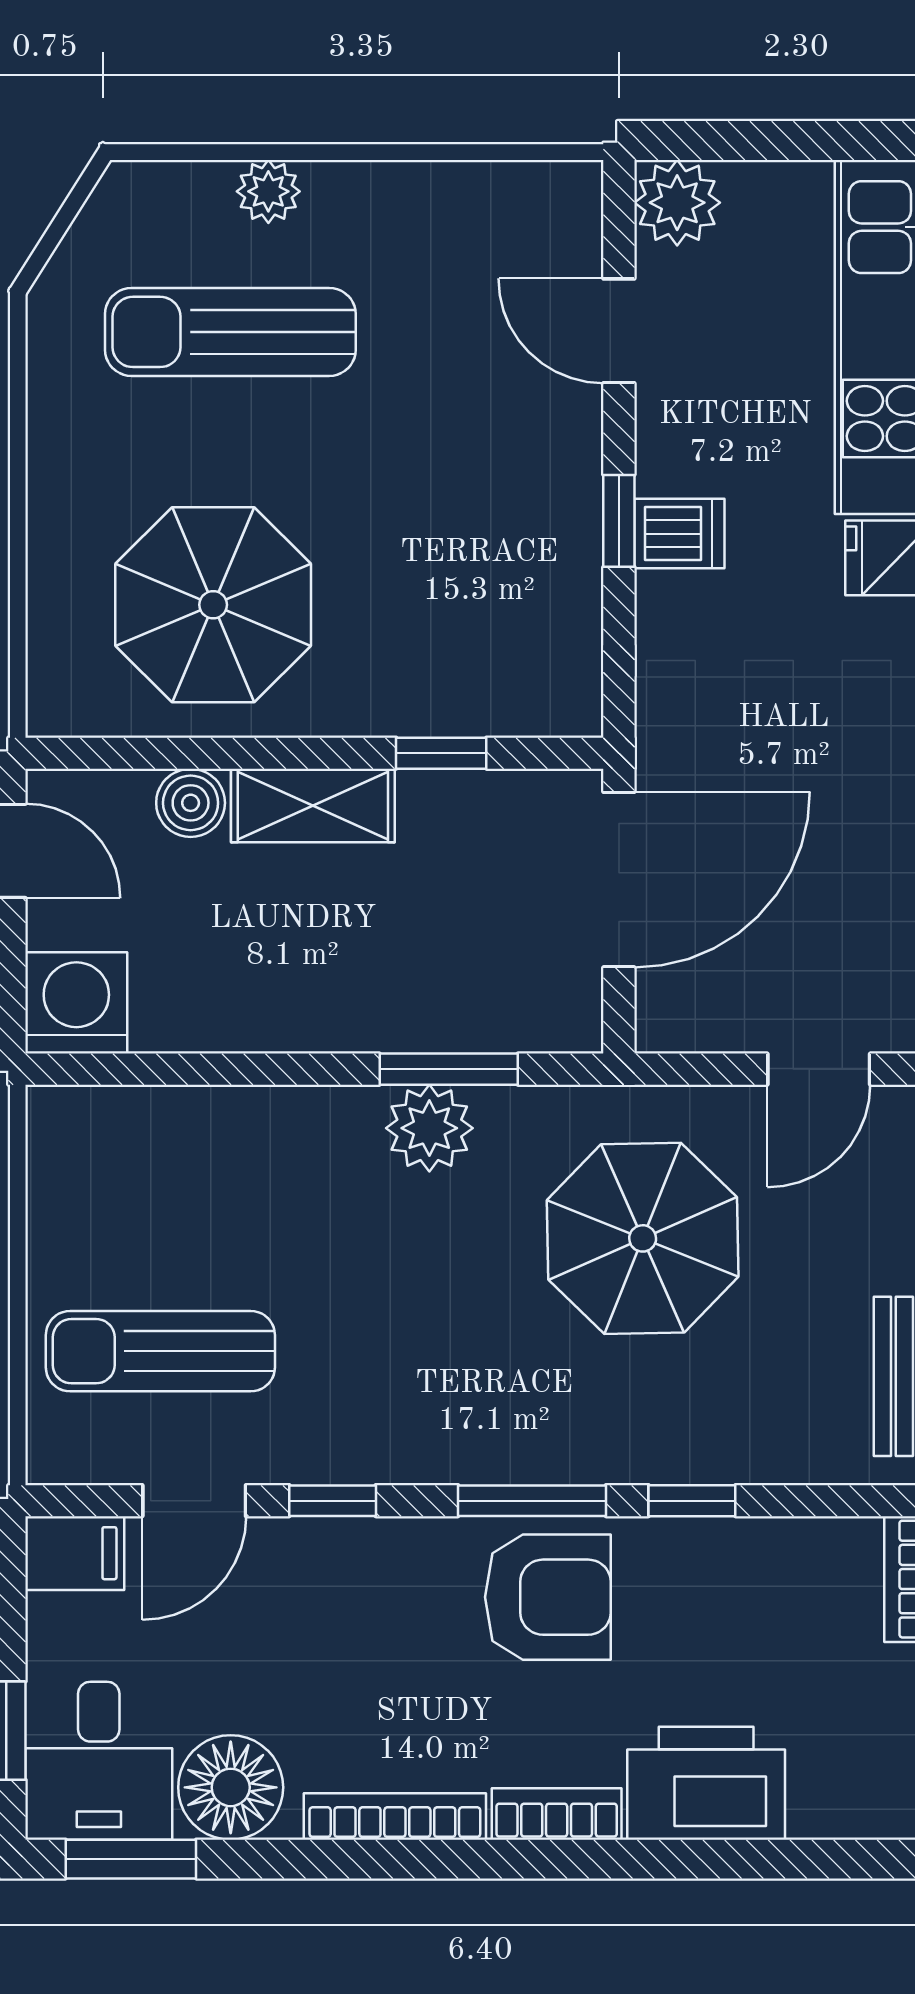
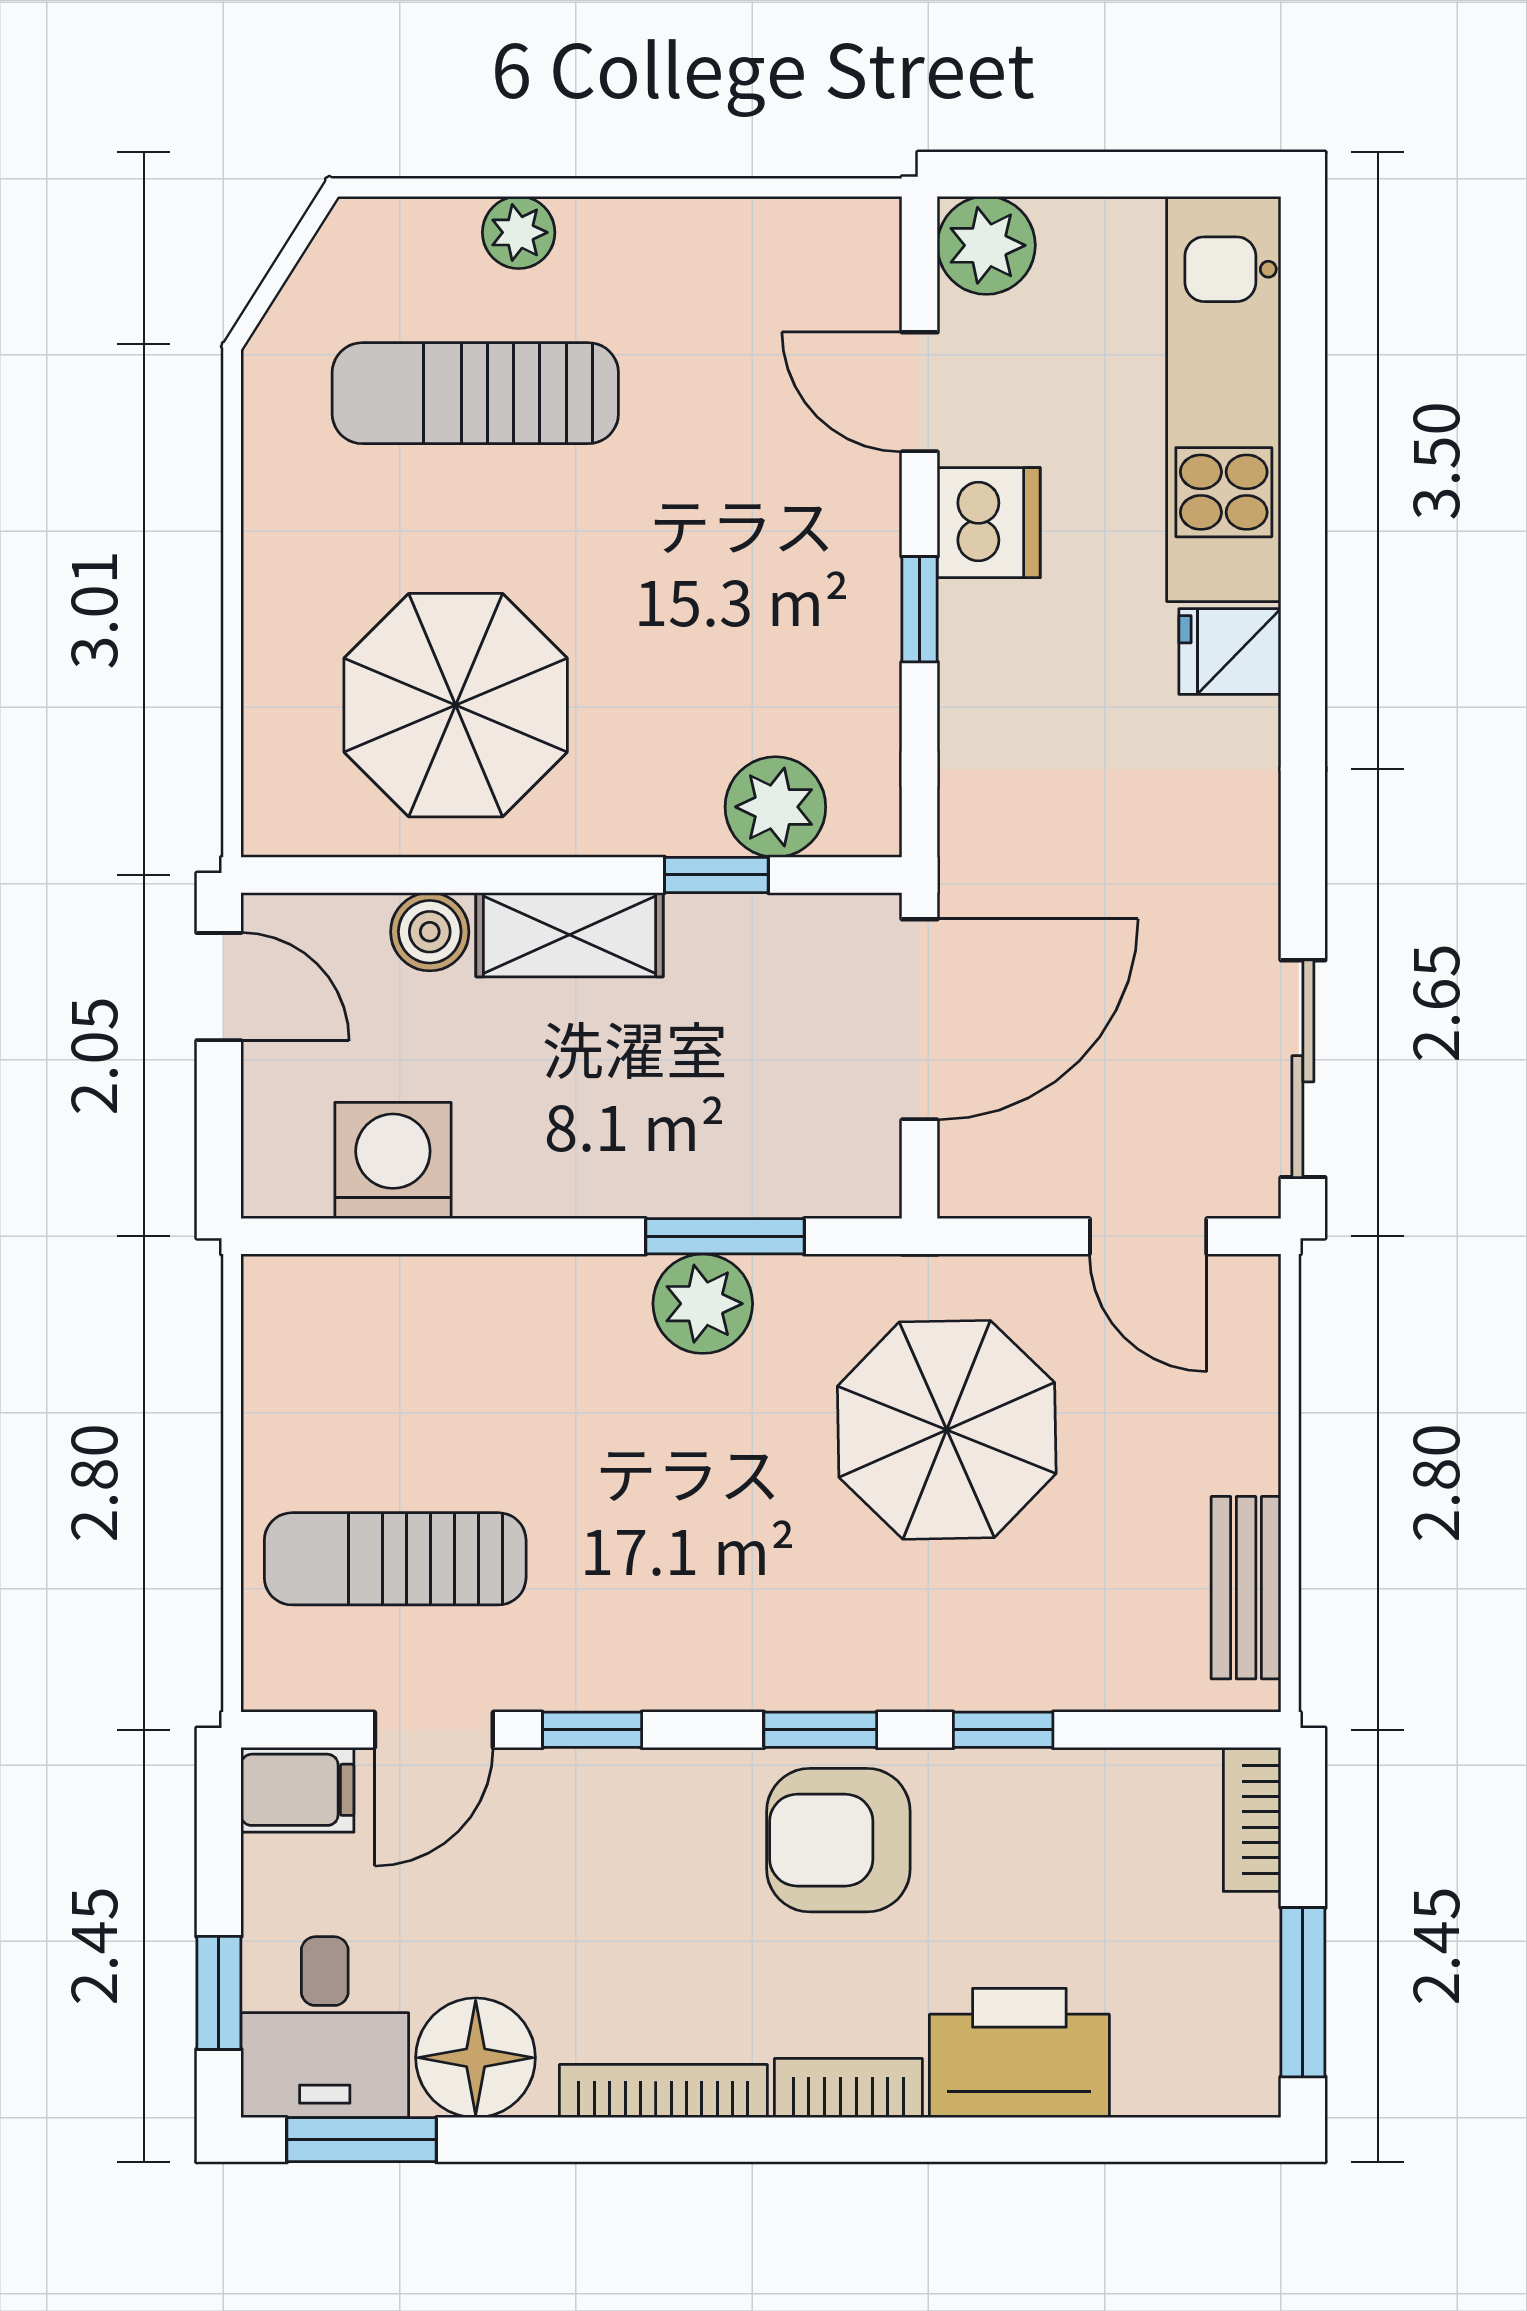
dishwasher: (679, 534) -> (989, 523), moved, width x1.38
plant: (493, 694) -> (775, 807), added
washing machine: (76, 1003) -> (393, 1160), moved
door: (819, 1069) -> (1148, 1236), hinge flipped
window: (532, 1501) -> (820, 1730), width x0.67
armchair: (548, 1597) -> (838, 1840), turned 180

